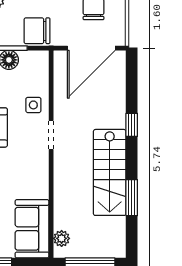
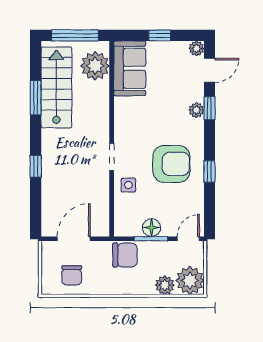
door: (91, 48) -> (74, 239), width x0.73
stairs: (110, 172) -> (56, 87), moved
plant: (62, 238) -> (95, 66), width x1.87, depth x1.87

